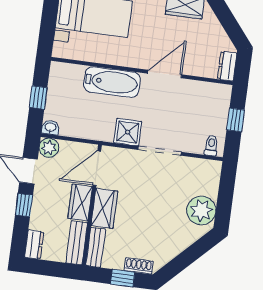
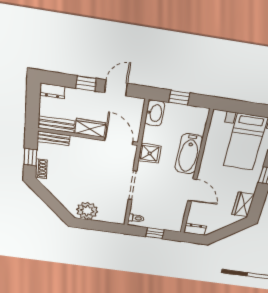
washbasin: (50, 127) -> (155, 113), width x1.91, depth x1.45
shower: (128, 132) -> (150, 153), moved
plant: (49, 148) -> (136, 105), removed
wardrobe: (104, 208) -> (86, 146), removed

